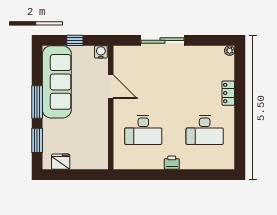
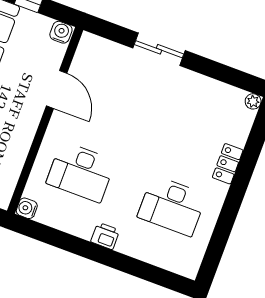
sliding door: (163, 40) -> (159, 49), width x0.73
water cooler: (119, 164) -> (27, 208), added

